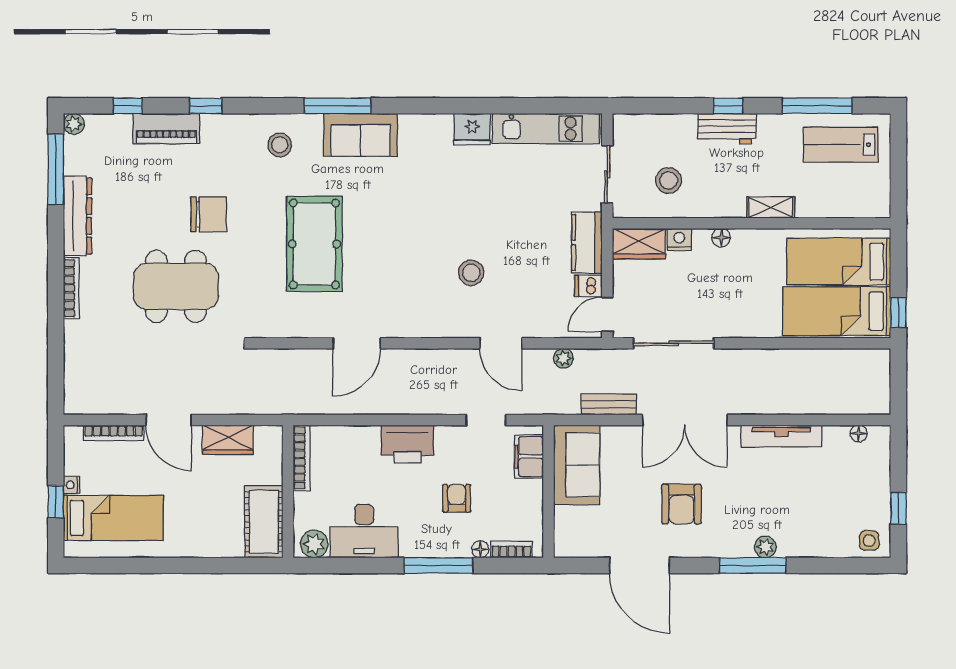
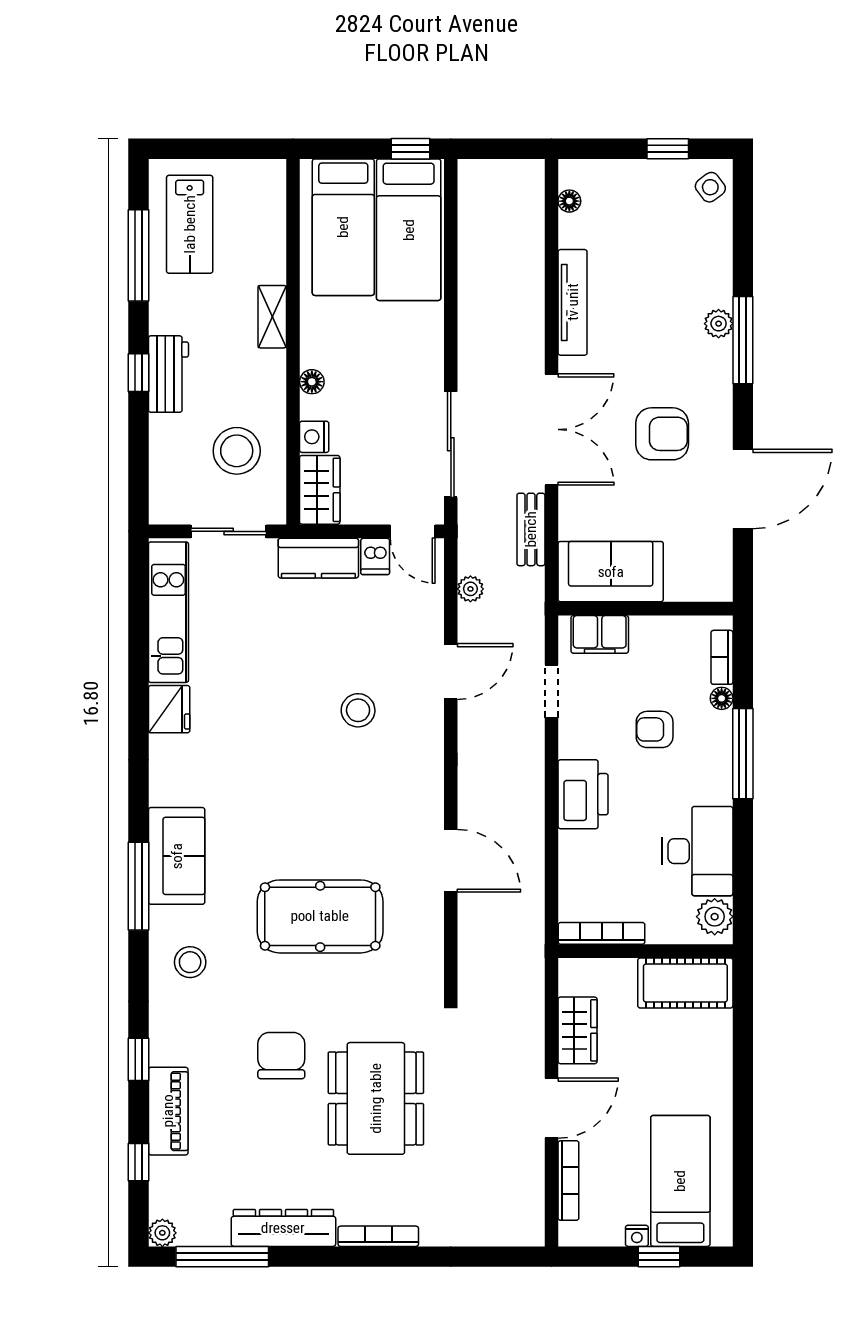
stool: (669, 180) -> (237, 451), width x1.38, depth x1.38
side table: (869, 541) -> (710, 187), turned -37

